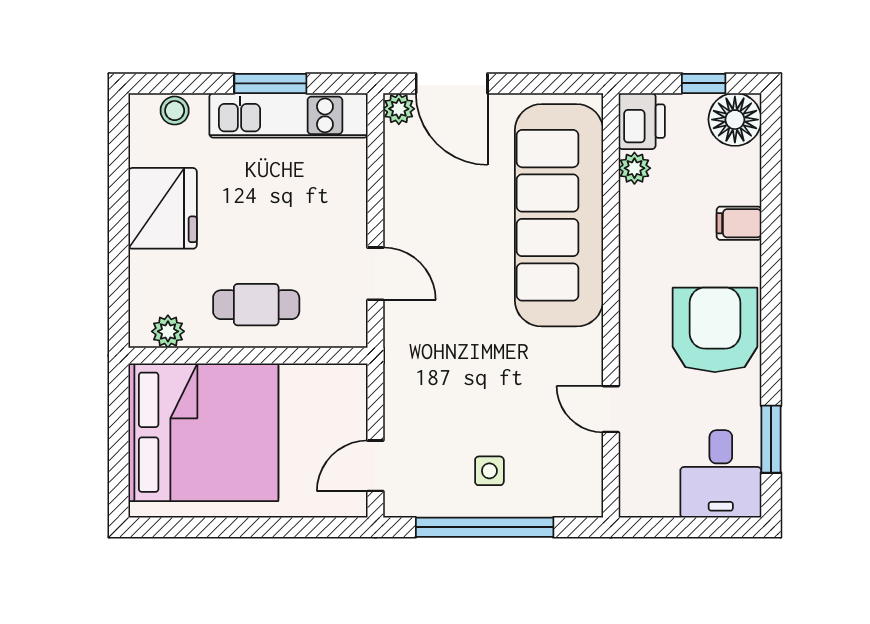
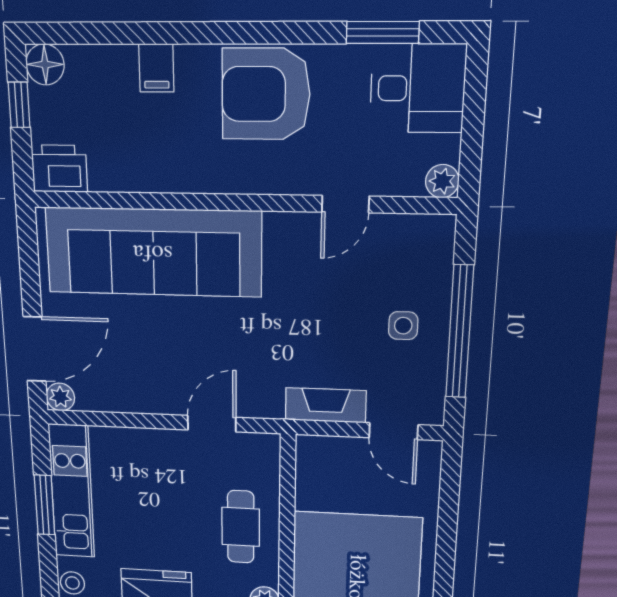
floor lamp: (735, 120) -> (45, 64), width x0.73, depth x0.73
plant: (634, 168) -> (442, 181), moved
fireplace: (401, 394) -> (326, 405), added

